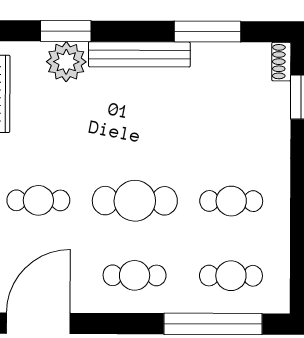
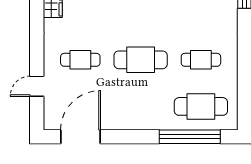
cafe table: (135, 275) -> (141, 106), removed
cafe table: (231, 276) -> (201, 106), width x1.37, depth x1.35

